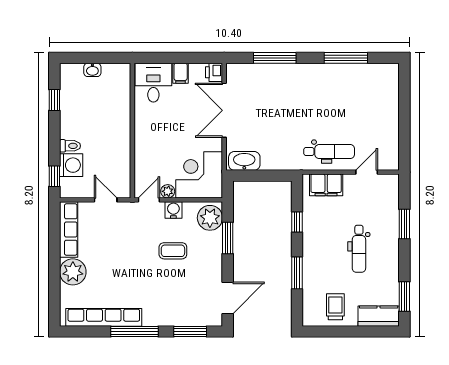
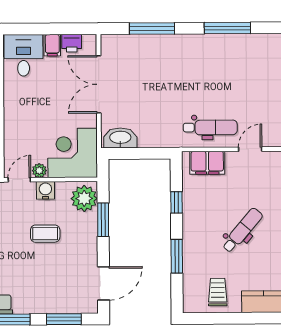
printer: (214, 72) -> (72, 43), moved, turned -90
dental chair: (359, 249) -> (242, 230), turned -140

